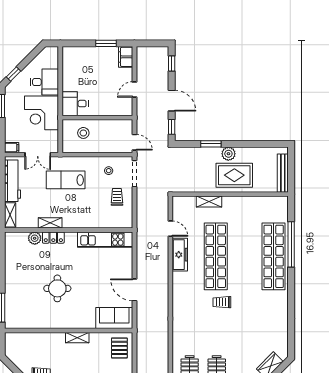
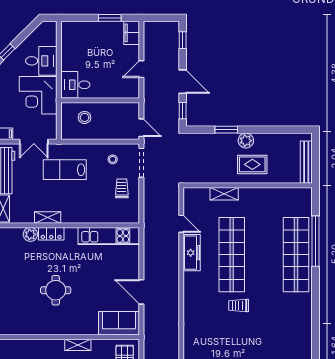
rug: (234, 175) -> (252, 164), width x0.73, depth x0.70

